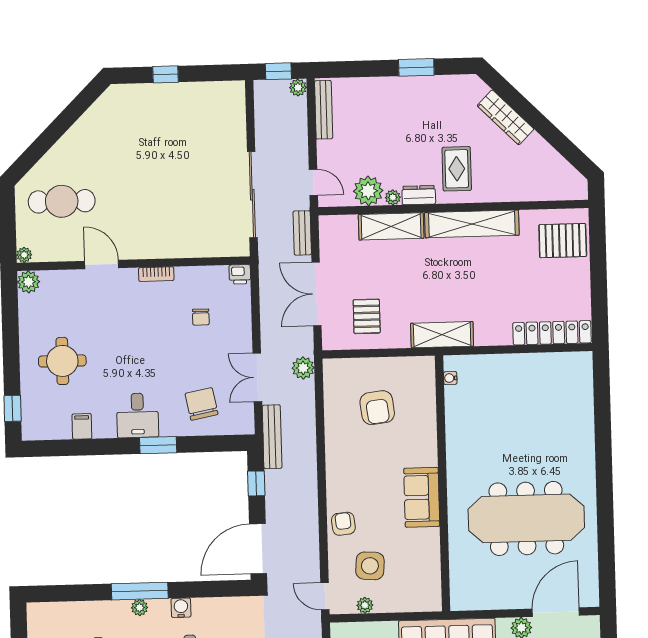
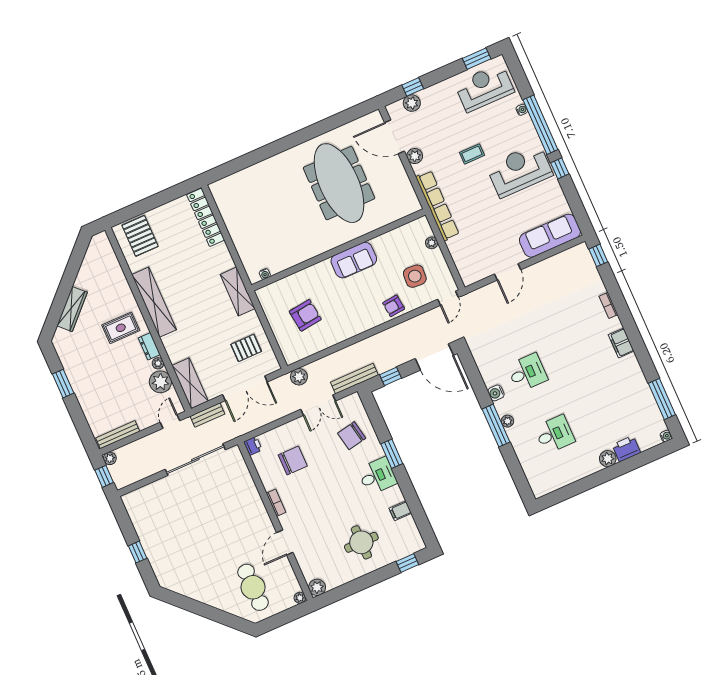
shelving: (391, 226) -> (190, 383), moved
chair: (201, 317) -> (293, 460), width x1.87, depth x1.87
plant: (365, 605) -> (432, 243), moved

